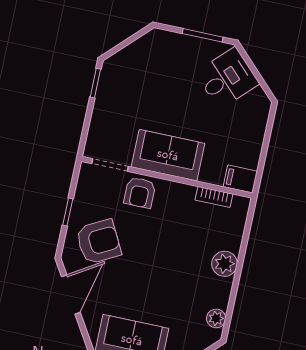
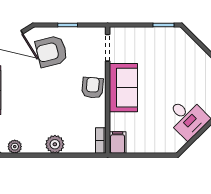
armchair: (140, 193) -> (93, 88), moved, turned 95
bookcase: (214, 197) -> (101, 141), moved
armchair: (99, 242) -> (51, 51), turned 104

